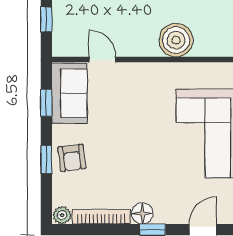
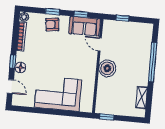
boiler: (176, 40) -> (107, 68), moved
door: (102, 60) -> (100, 44), swing flipped
floor lamp: (142, 213) -> (20, 68), moved

